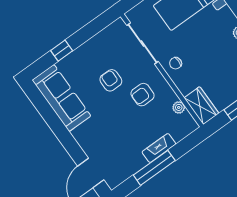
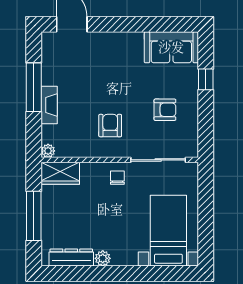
armchair: (111, 80) -> (165, 110), moved
sofa: (61, 98) -> (171, 47), width x0.73
plant: (179, 107) -> (48, 151), moved

